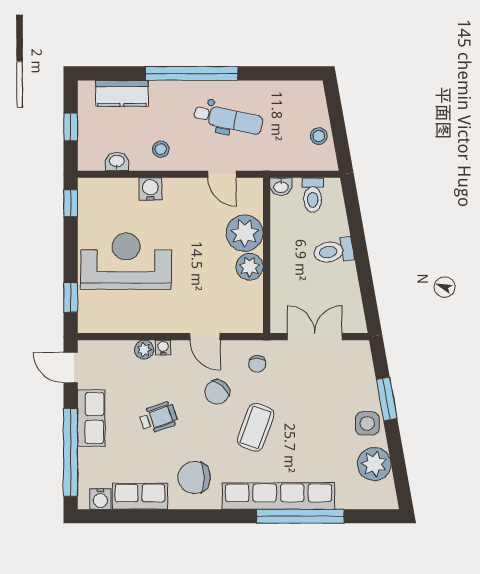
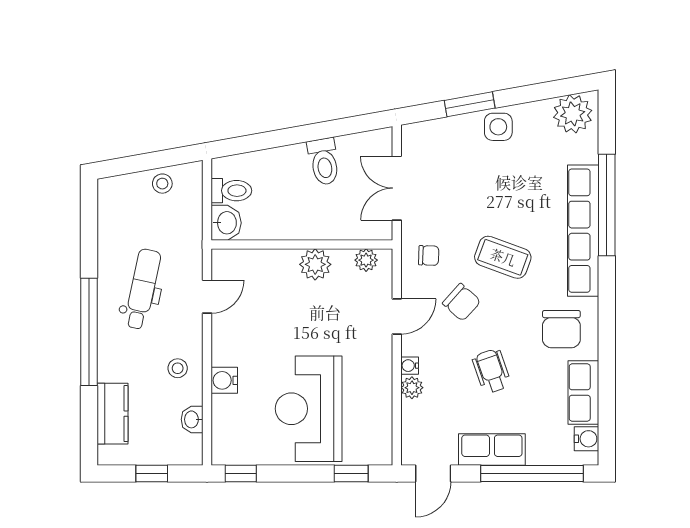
washbasin: (281, 187) -> (226, 223), width x1.38, depth x1.45
plant: (245, 233) -> (366, 260), moved, width x0.53, depth x0.53
toilet: (333, 251) -> (324, 162), moved
plant: (374, 464) -> (573, 114), moved

